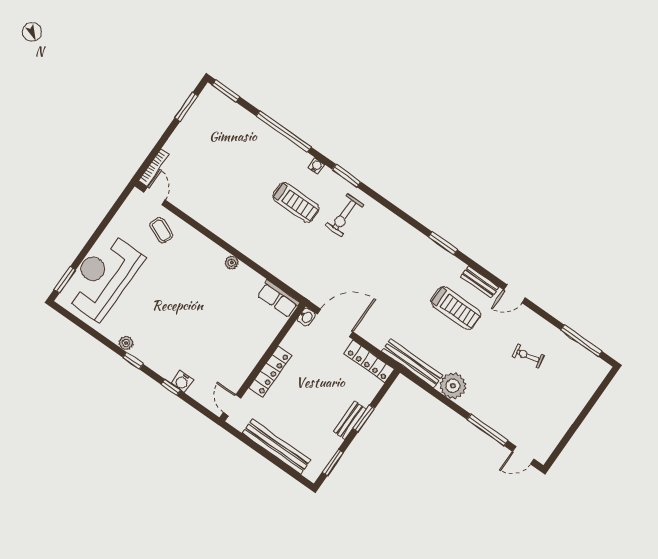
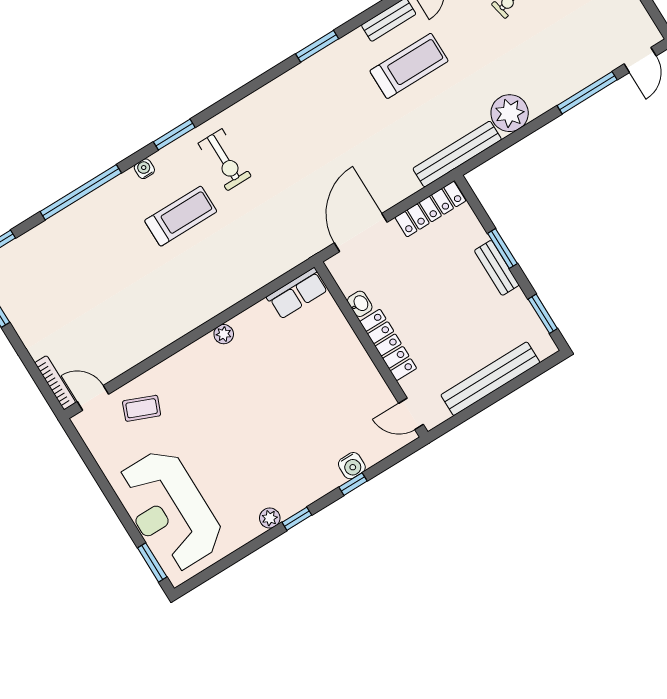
washbasin: (306, 317) -> (360, 304), moved

